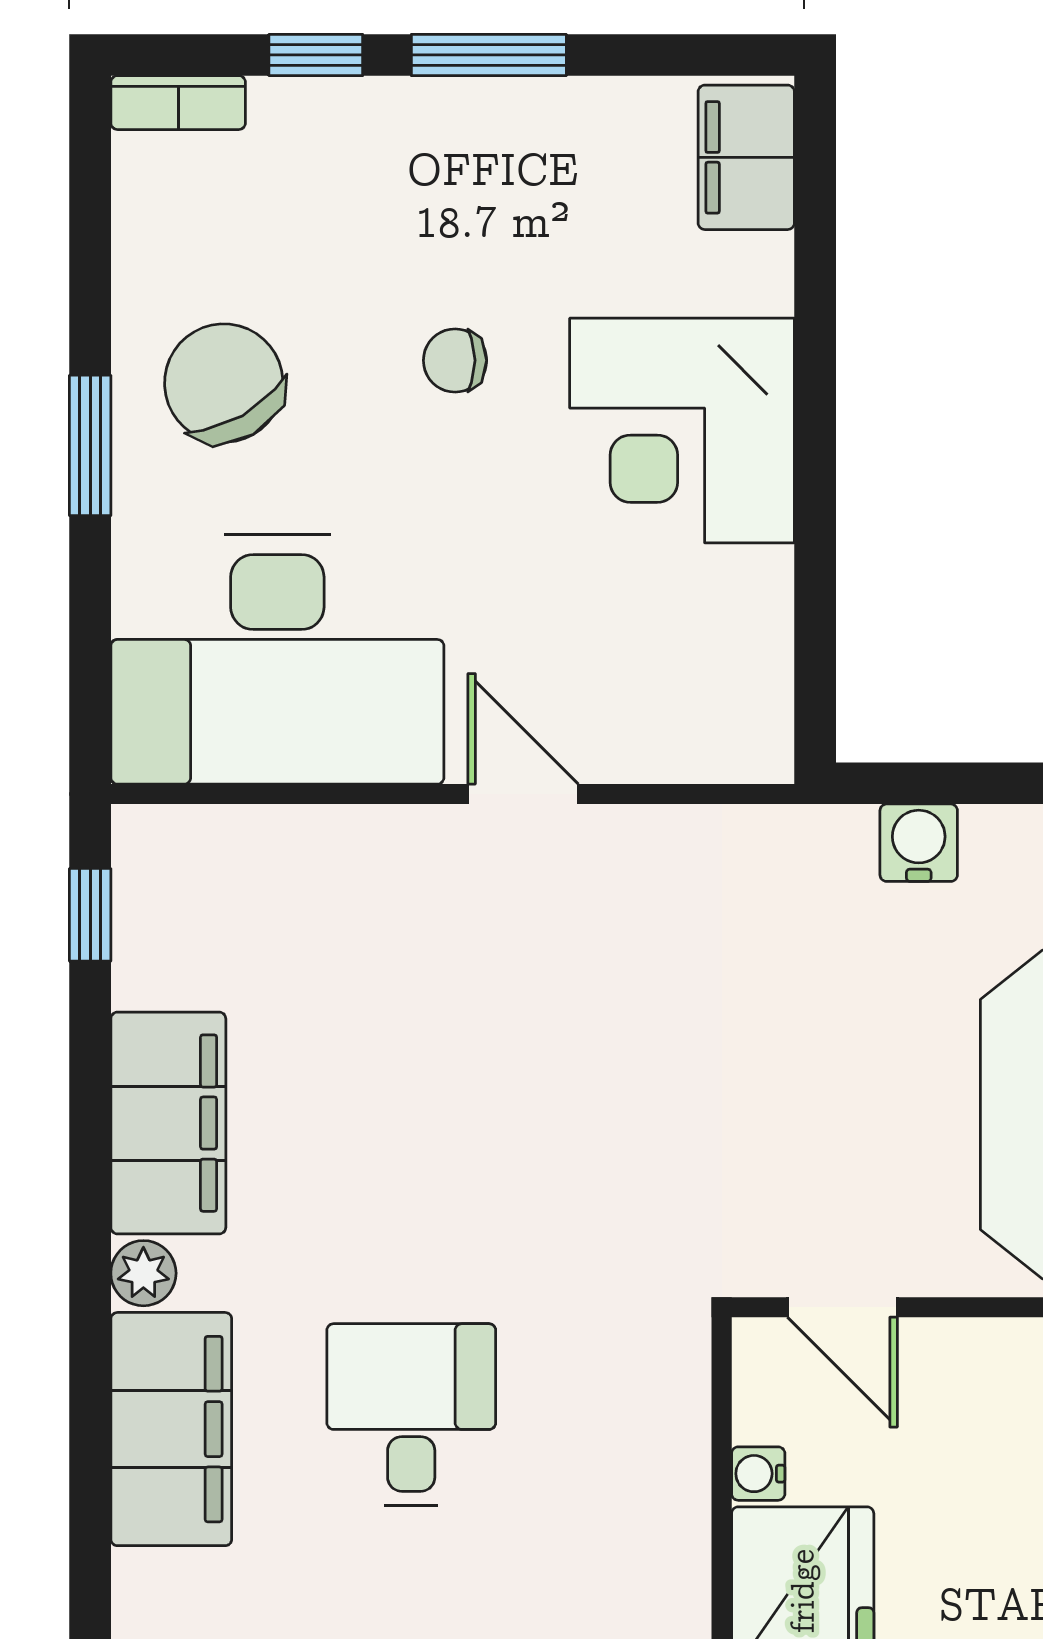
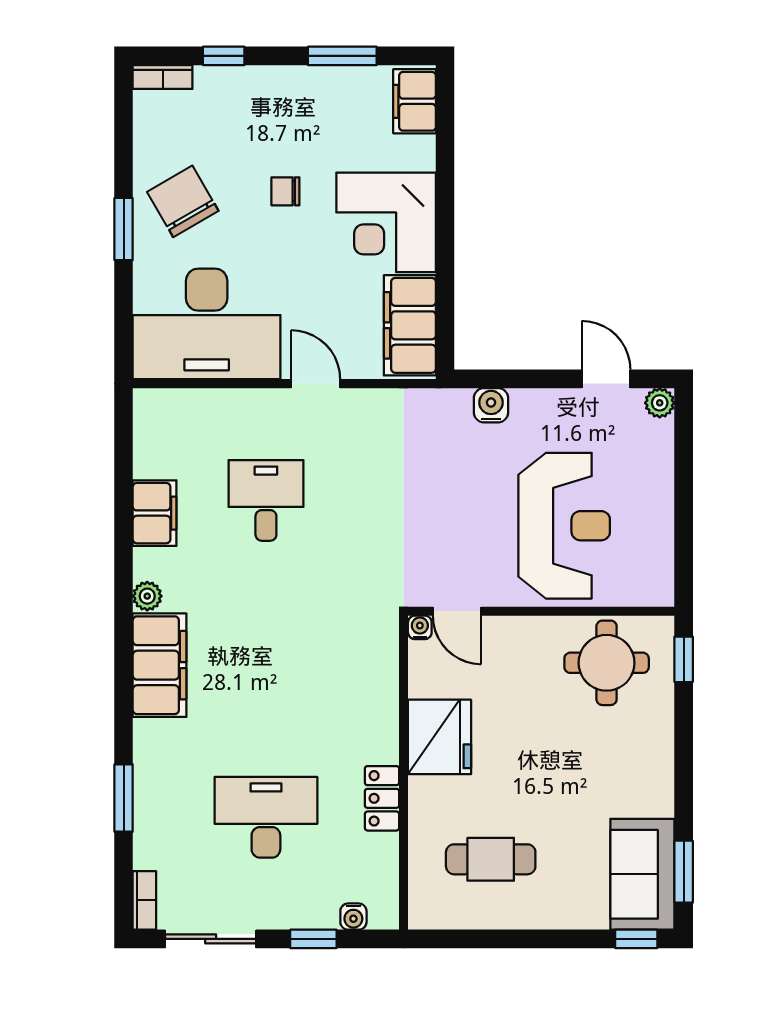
window: (489, 55) -> (342, 56), moved
filing cabinet: (736, 663) -> (410, 325), added
window: (90, 915) -> (124, 437), removed
filing cabinet: (168, 1123) -> (155, 513), width x0.67, depth x0.86
desk: (411, 1415) -> (266, 500), moved
water cooler: (758, 1474) -> (420, 627), moved, turned 90

